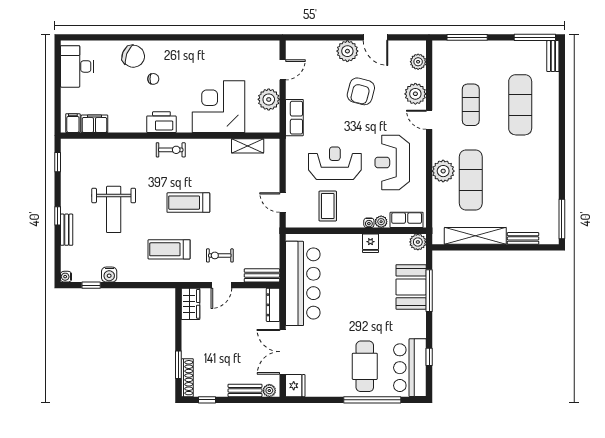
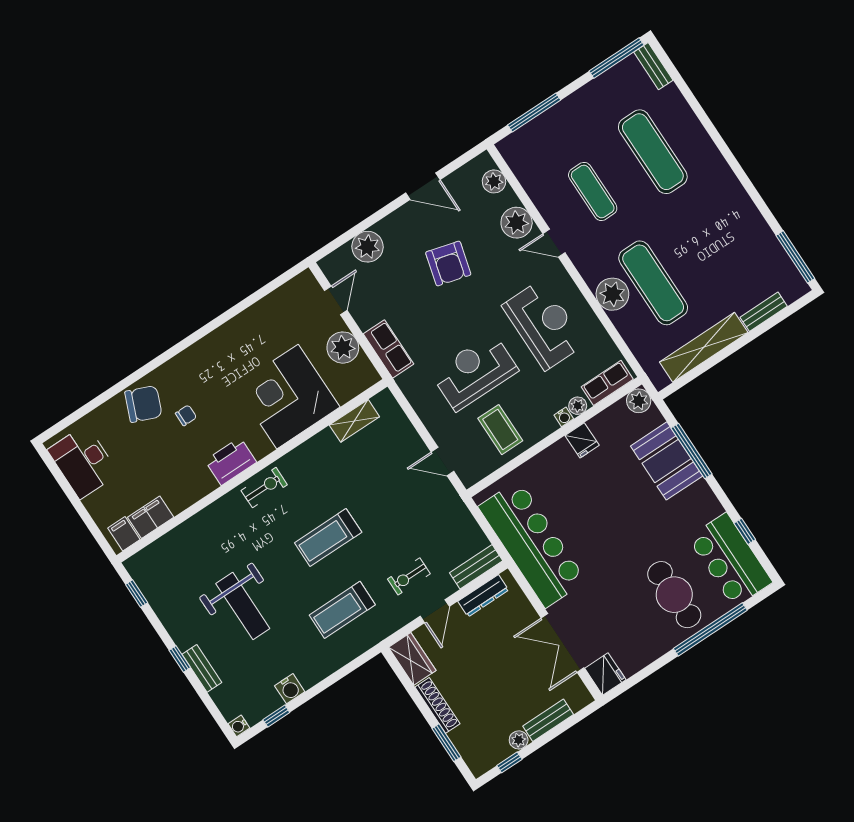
plant: (347, 51) -> (367, 247), moved
reception desk: (392, 162) -> (544, 325), turned 180
dresser: (273, 305) -> (483, 596), moved, turned -90
shoe rack: (187, 378) -> (437, 705), moved
plant: (269, 391) -> (519, 740), moved

